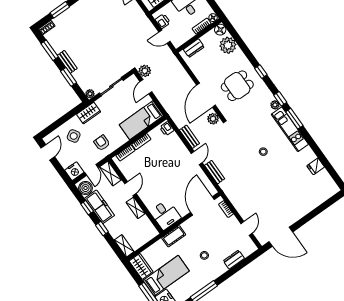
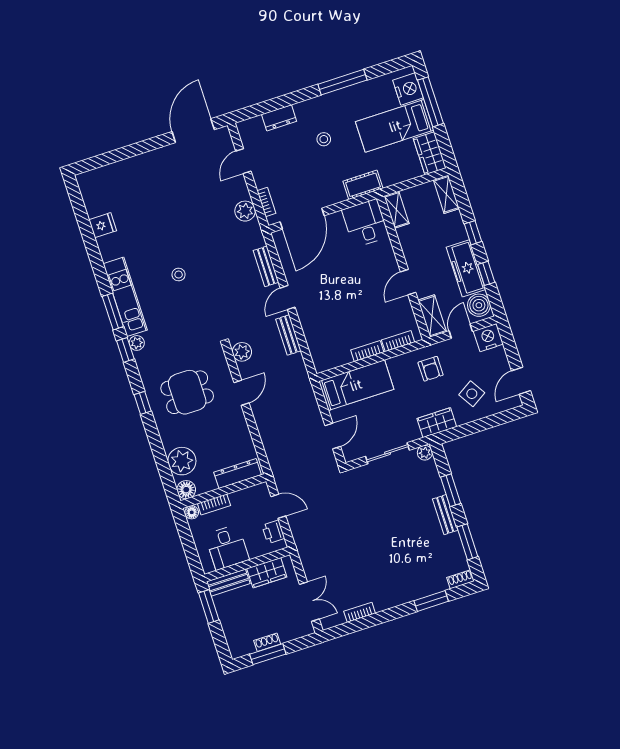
dresser: (194, 48) -> (238, 473), width x1.44
plant: (145, 71) -> (245, 211), moved
door: (206, 95) -> (241, 393), width x0.53
printer: (167, 129) -> (320, 359), removed
shelving: (136, 208) -> (396, 210), moved
door: (281, 237) -> (193, 131), hinge flipped

